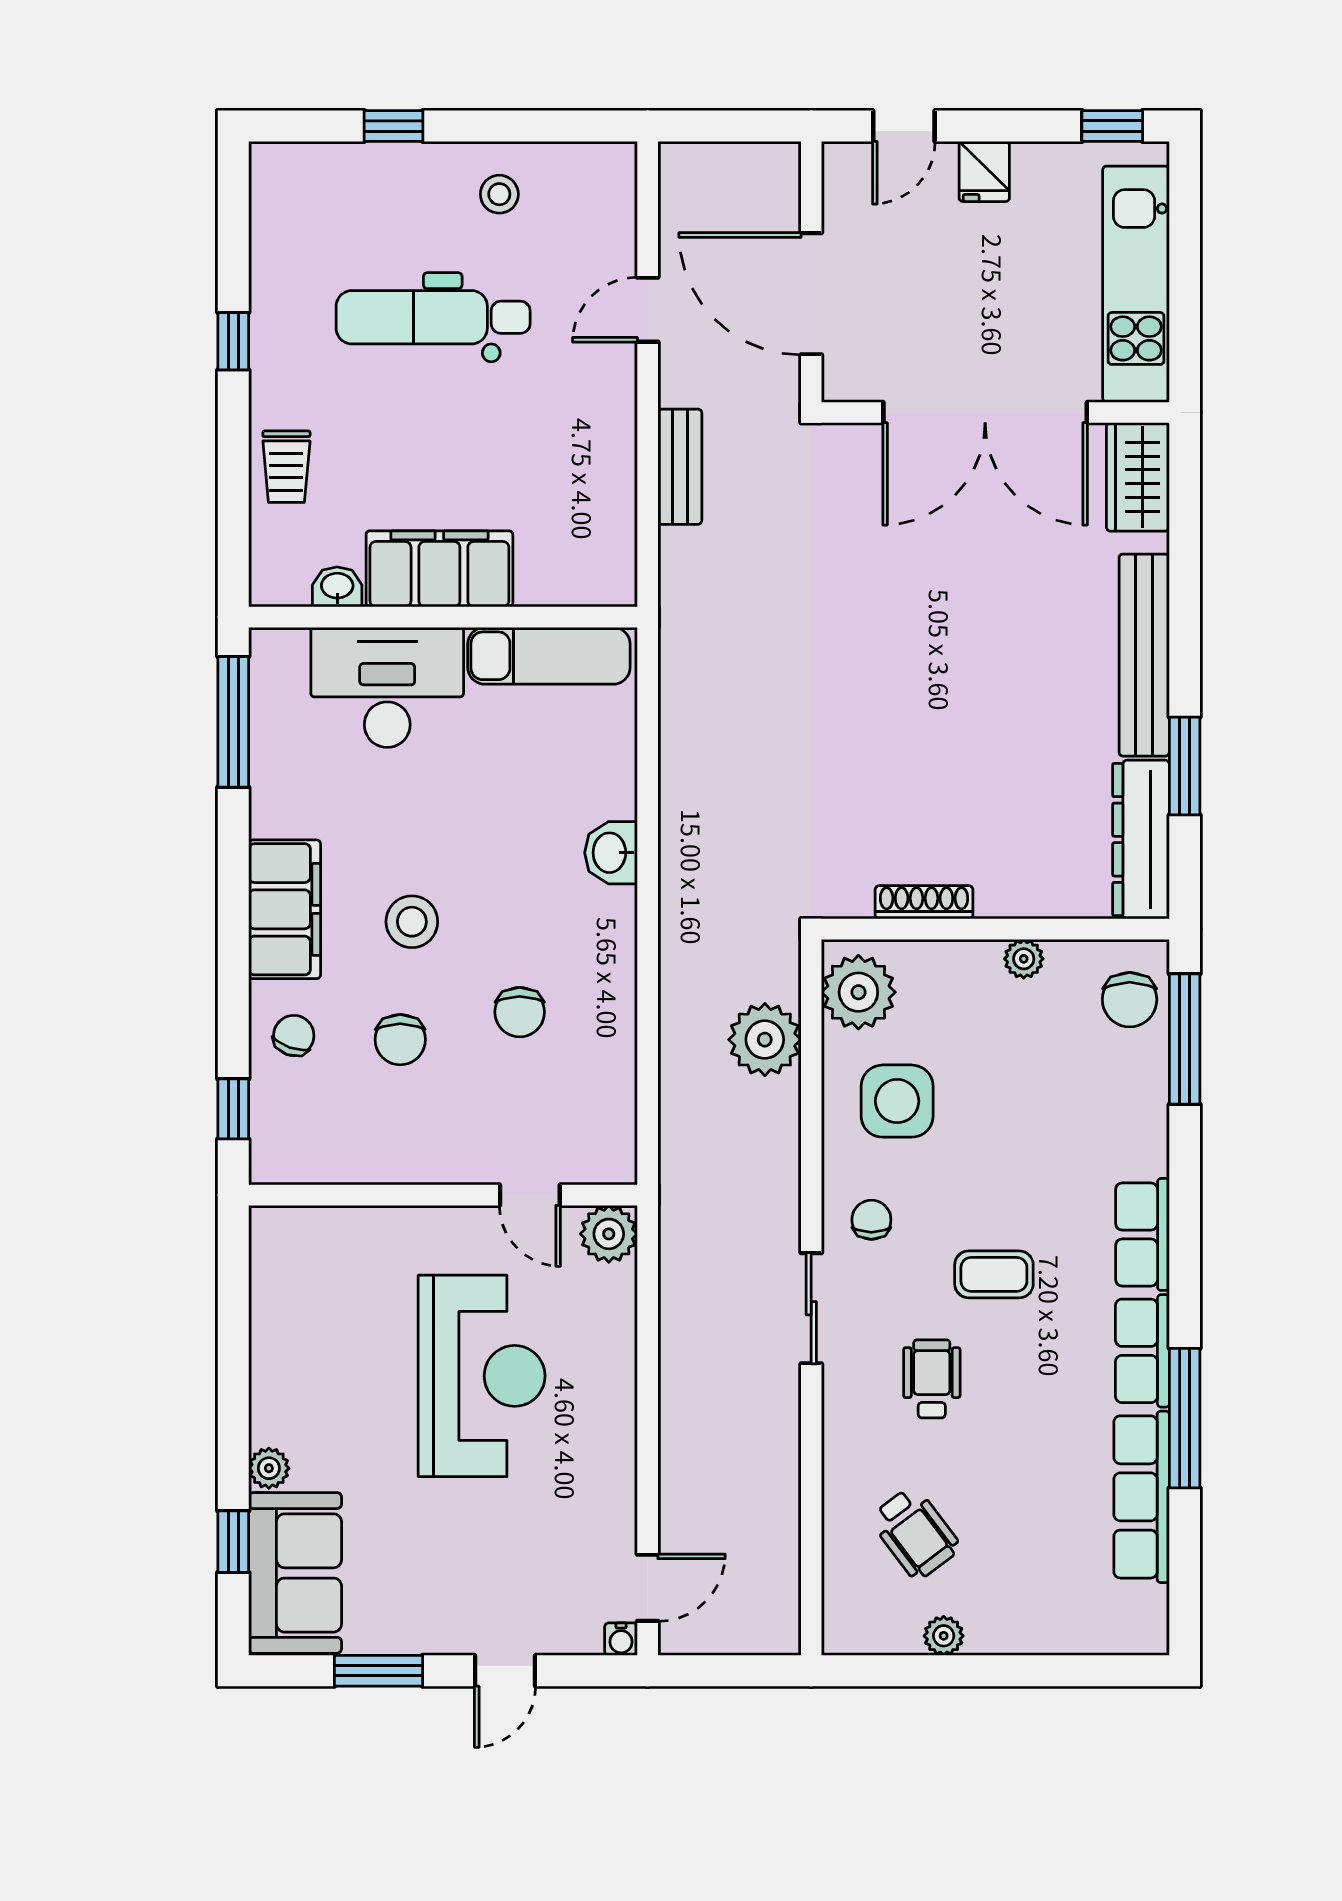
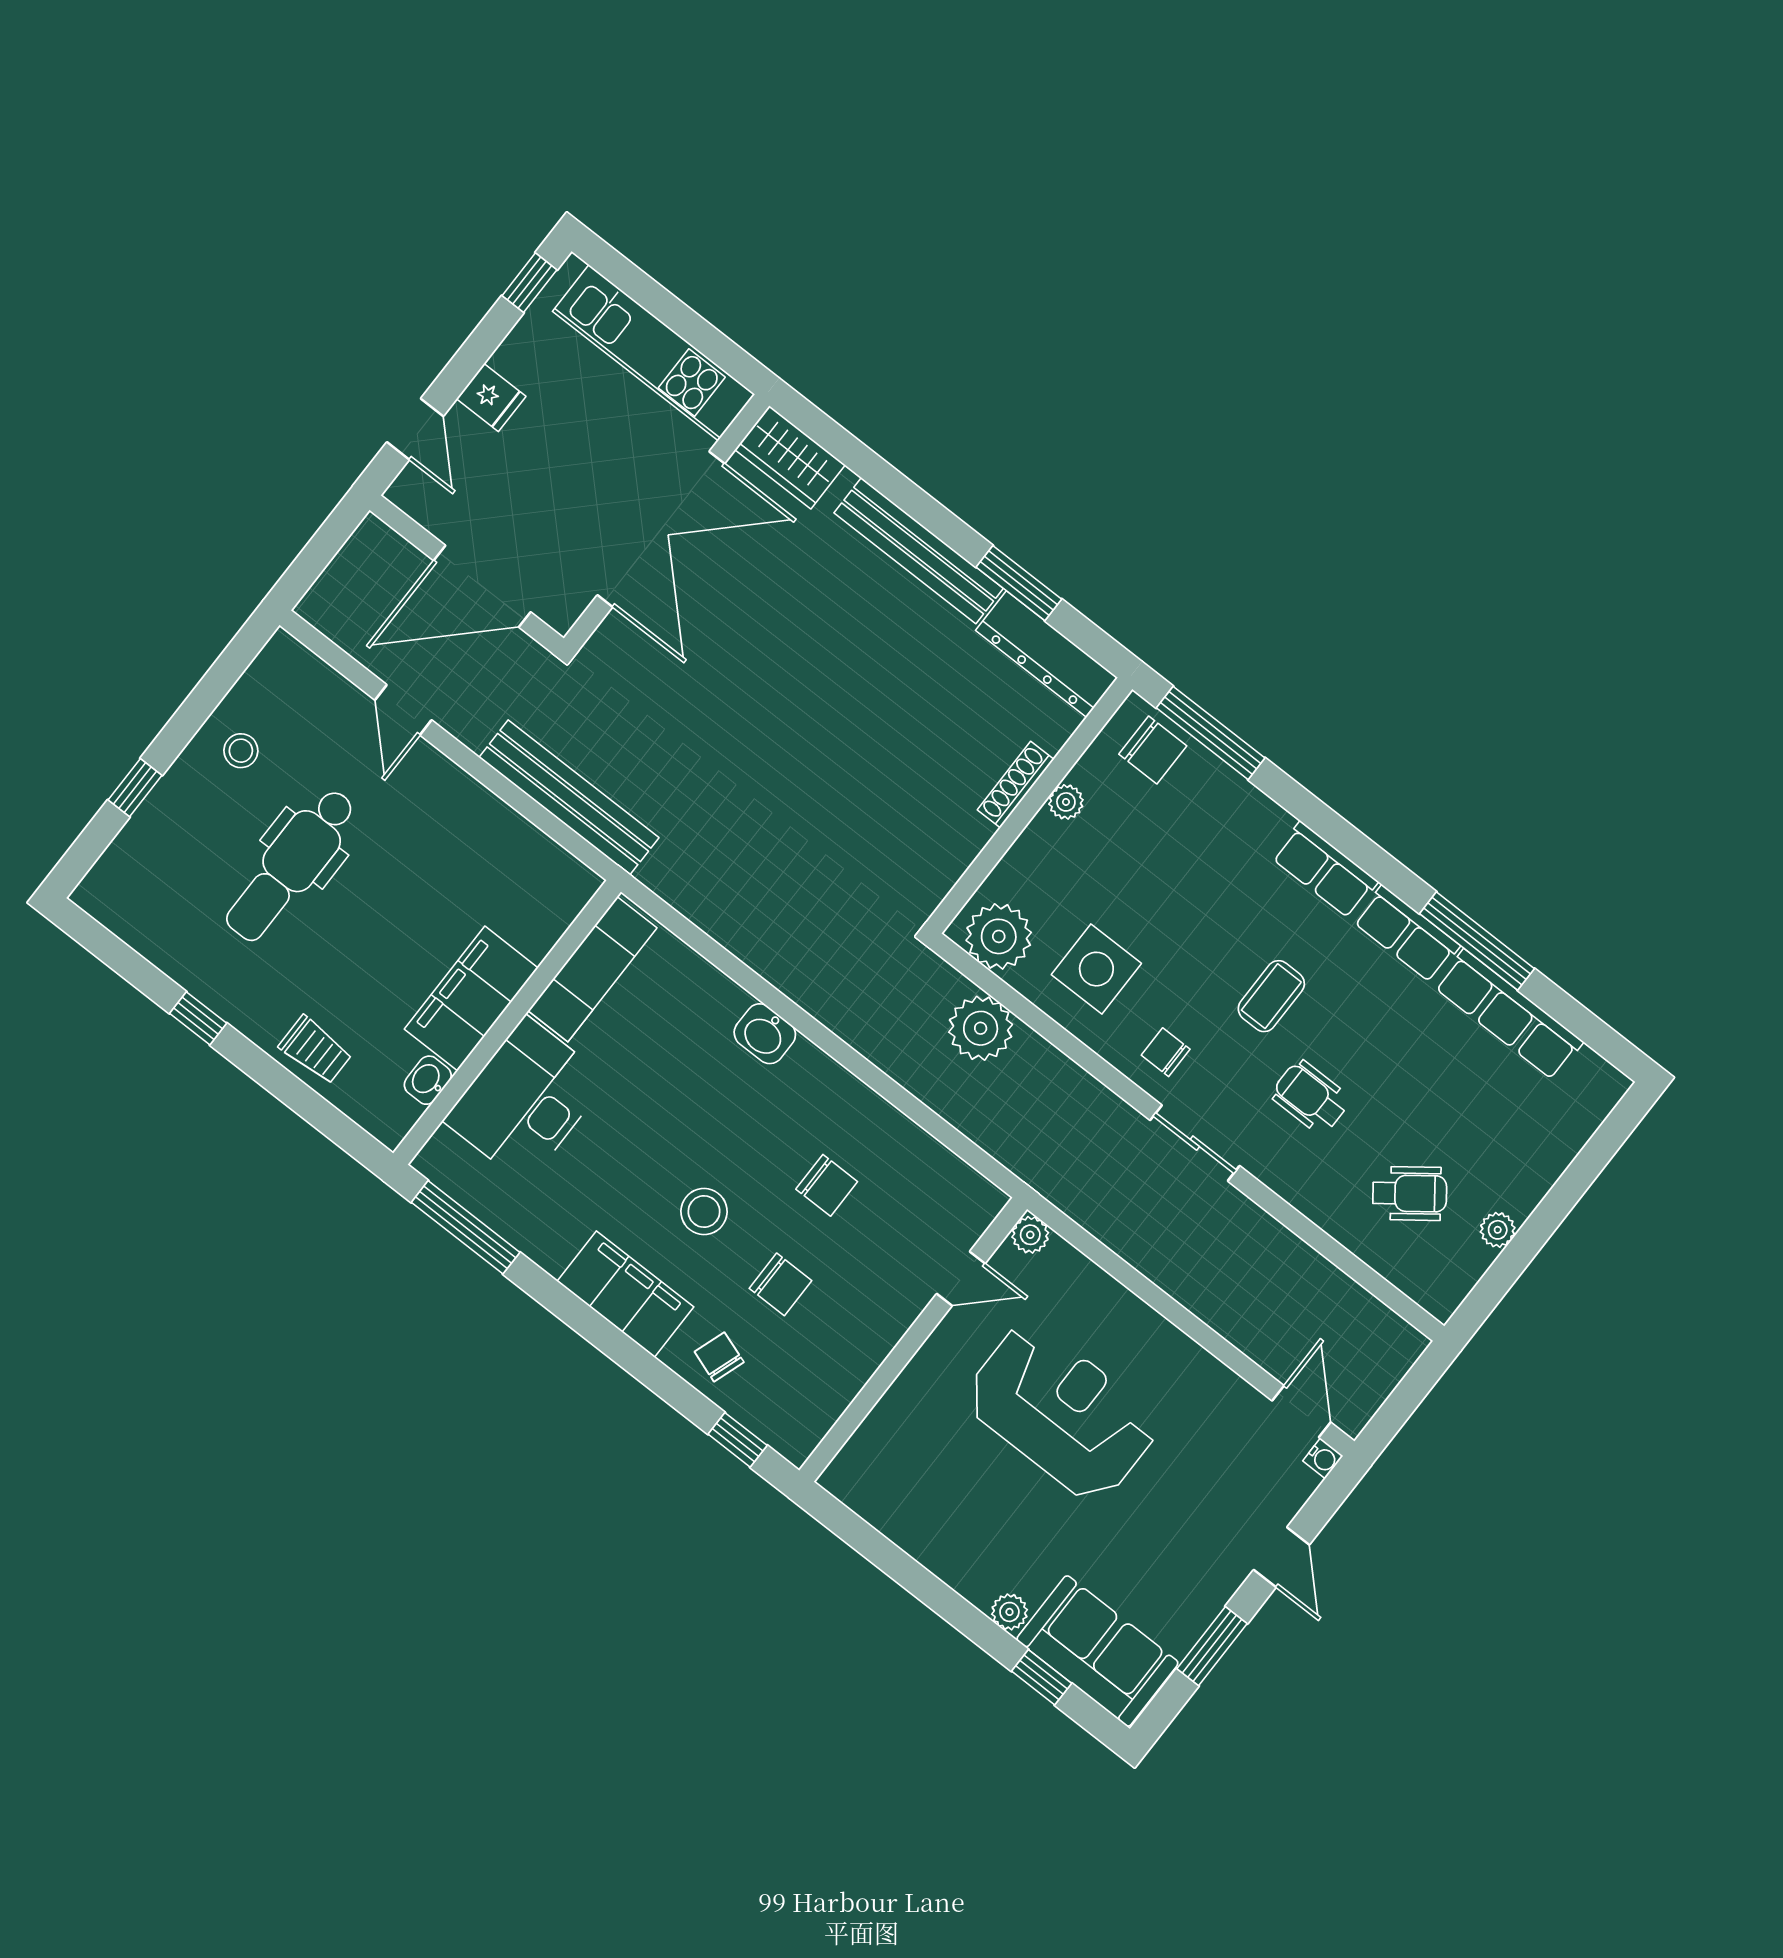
bench: (680, 467) -> (569, 797), width x1.86, depth x1.21
shoe rack: (924, 902) -> (1016, 785), moved
plant: (609, 1234) -> (1030, 1235), width x0.73, depth x0.73

